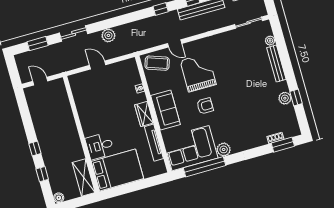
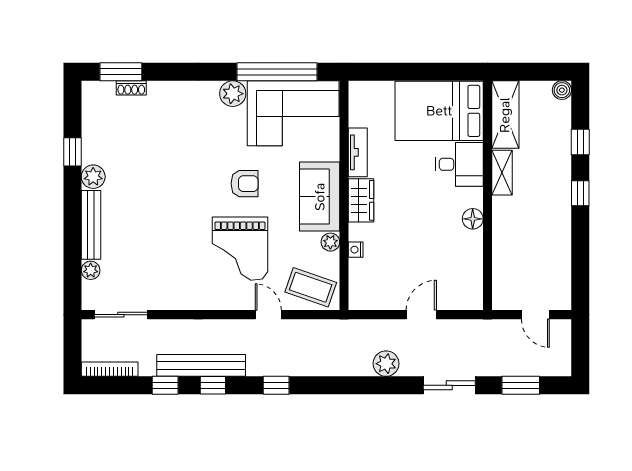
door: (98, 65) -> (421, 315), swing flipped
plant: (154, 89) -> (330, 242), added
plant: (285, 98) -> (93, 177), moved
armchair: (205, 106) -> (245, 184), turned 180
floor lamp: (85, 120) -> (473, 219), added
tv unit: (154, 143) -> (358, 152), width x0.71
shelving: (77, 148) -> (502, 173), added

